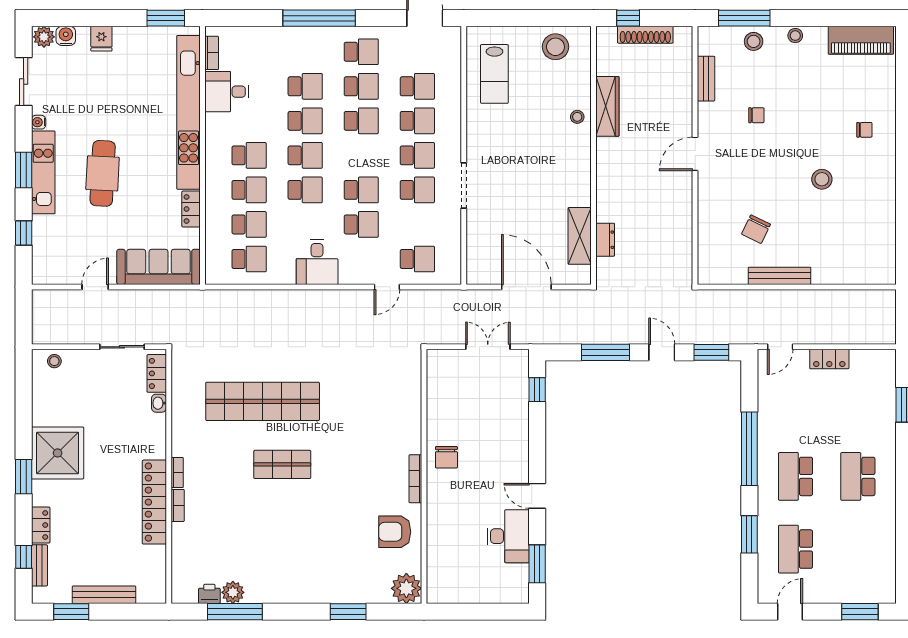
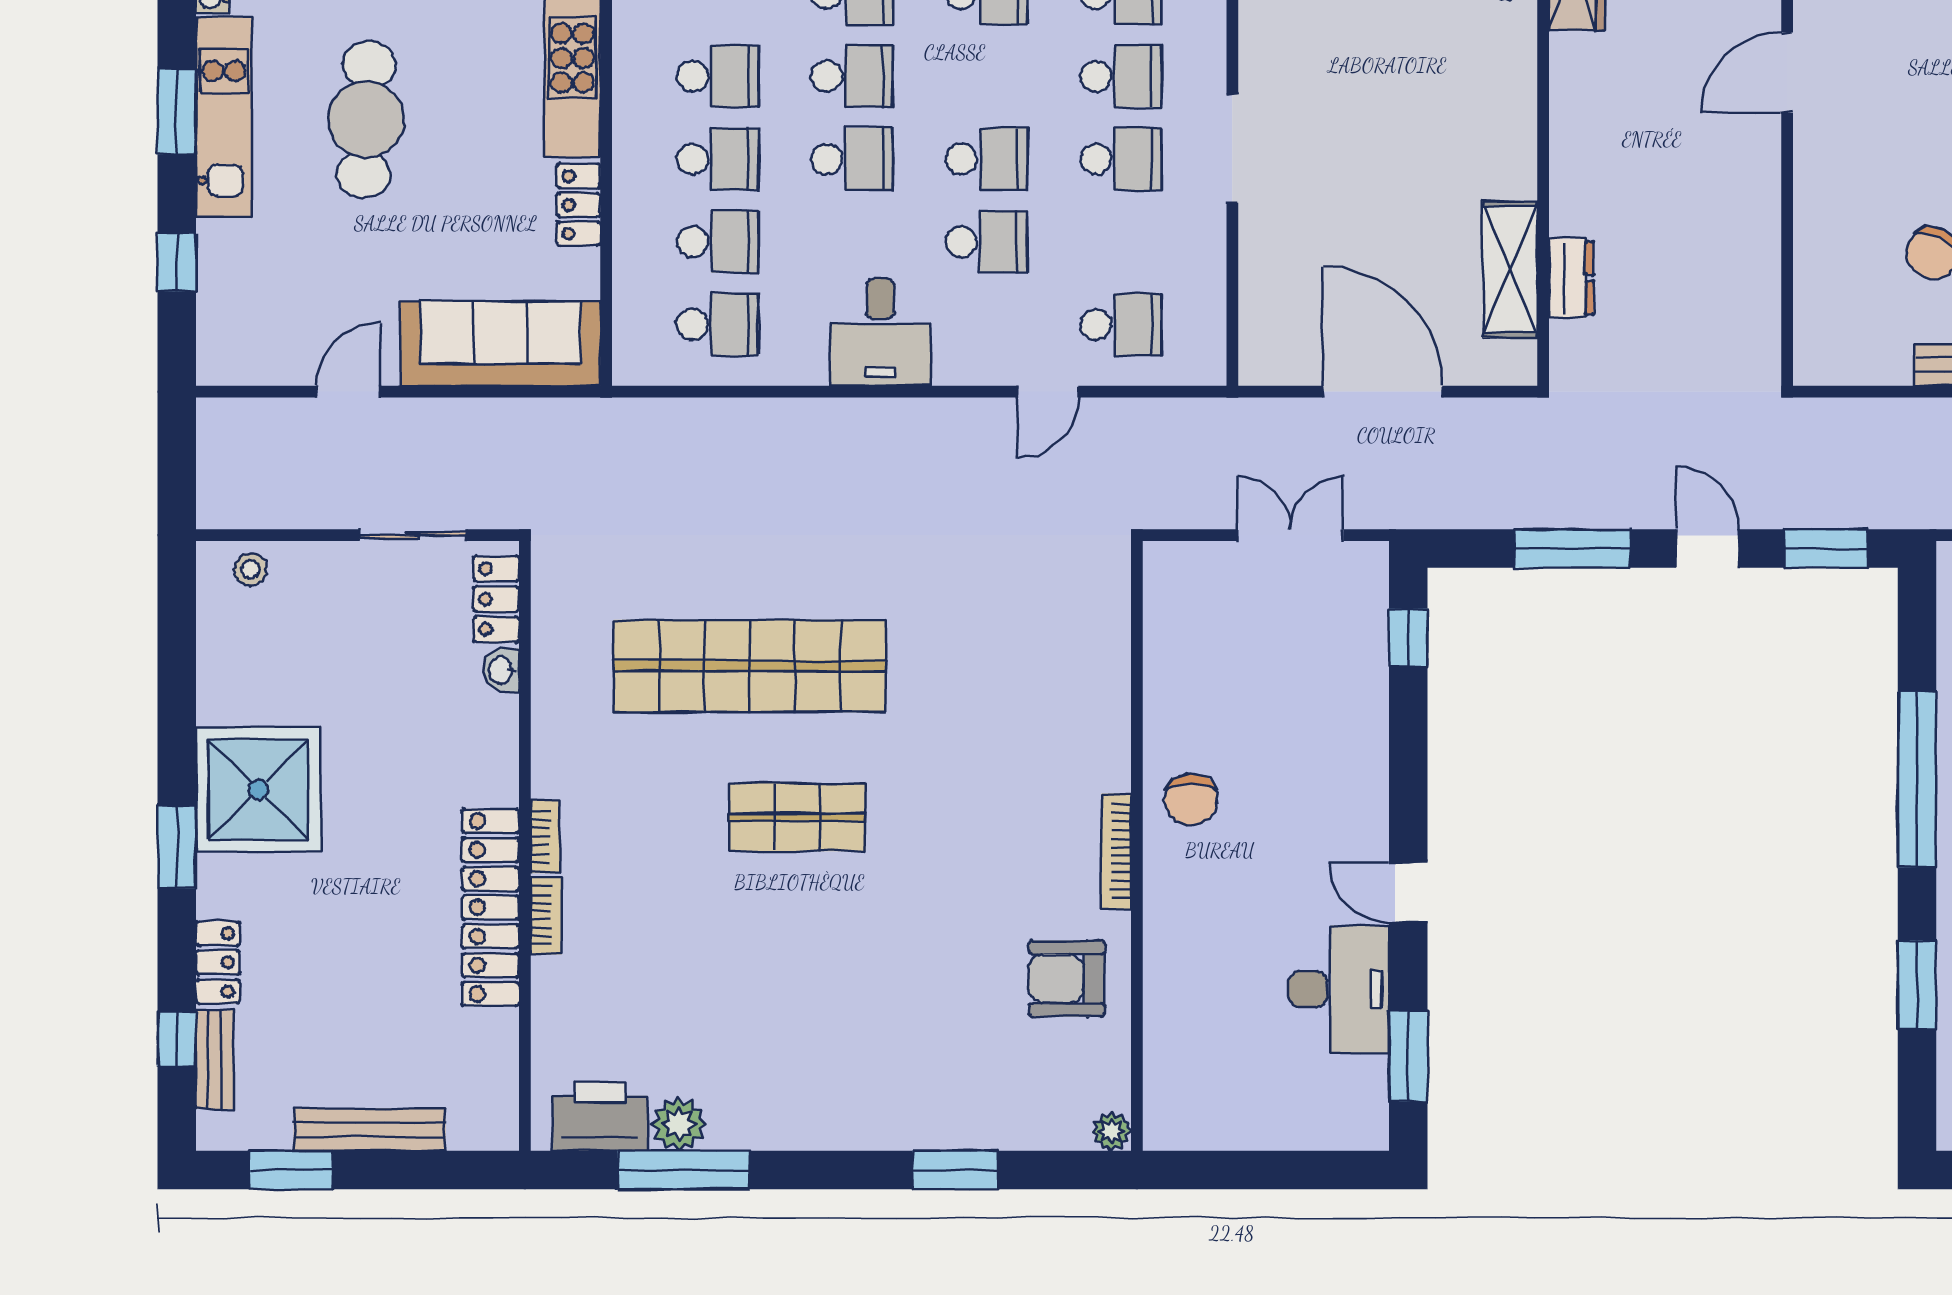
plant: (406, 588) -> (1112, 1132), width x0.53, depth x0.53
printer: (209, 594) -> (600, 1117), width x1.87, depth x1.48

